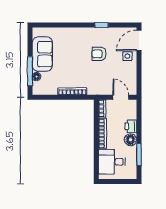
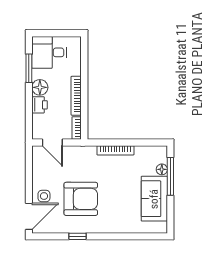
armchair: (99, 54) -> (81, 199), width x1.88, depth x1.88
desk: (112, 162) -> (49, 52), moved, turned 180

